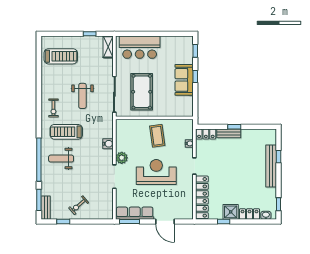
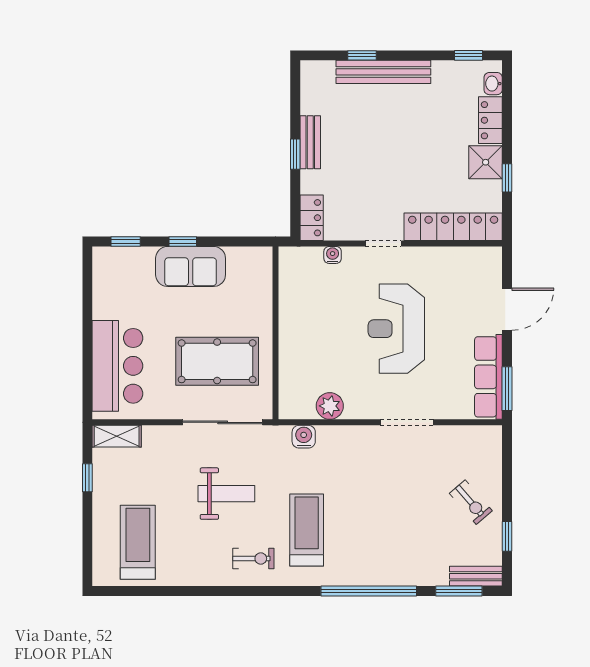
treadmill: (66, 132) -> (307, 530), turned 180
bench: (229, 133) -> (310, 142), moved
coffee table: (157, 136) -> (315, 326), removed
water cooler: (108, 144) -> (304, 437), moved
plant: (122, 158) -> (330, 406), moved
weight bench: (61, 159) -> (366, 541), removed

